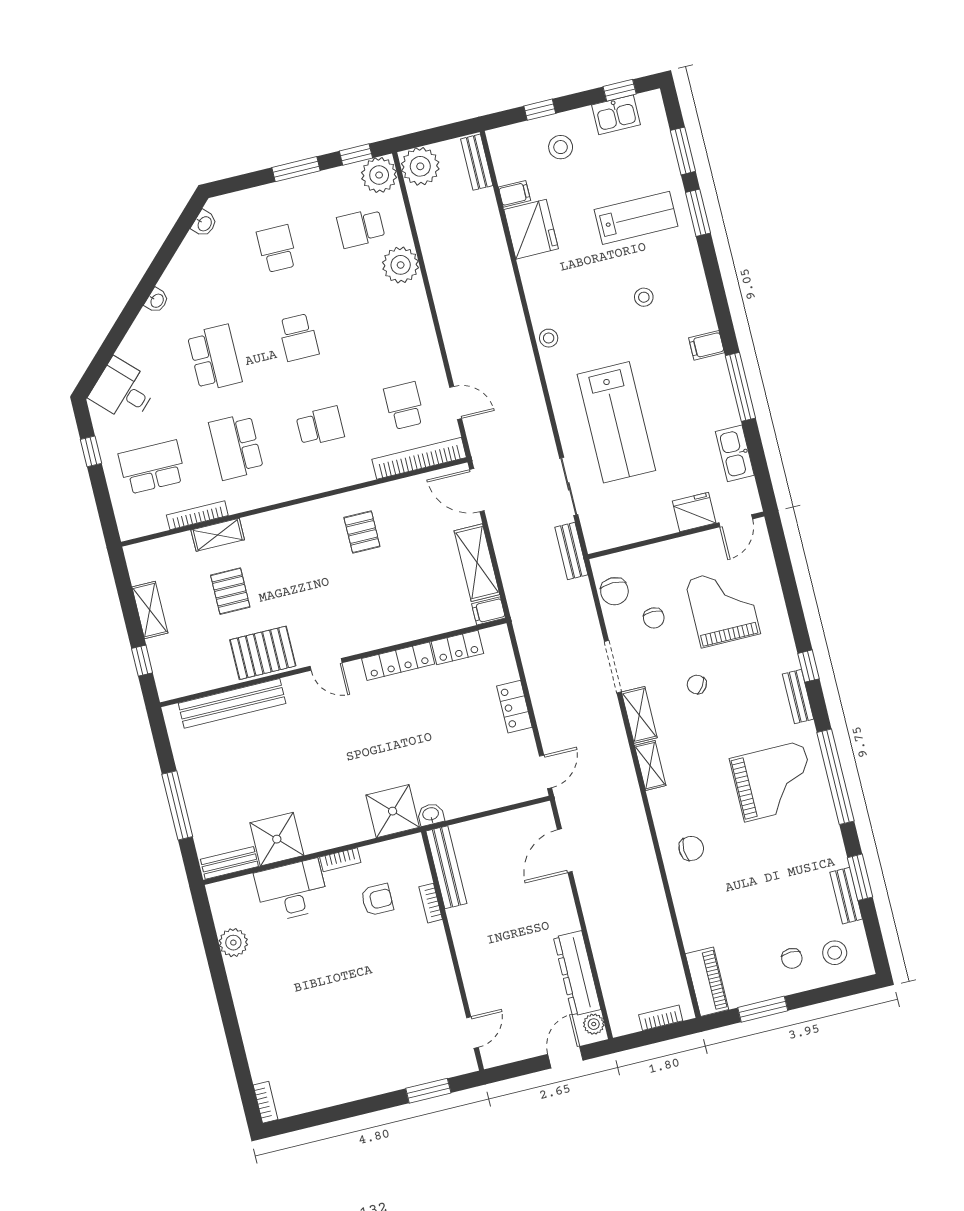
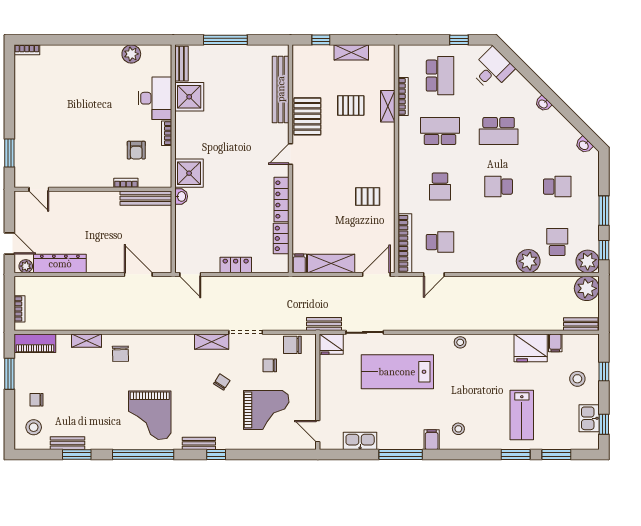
stool: (644, 297) -> (458, 429), moved
fridge: (694, 512) -> (331, 344), moved, turned 90
shelving: (650, 766) -> (86, 341), moved

